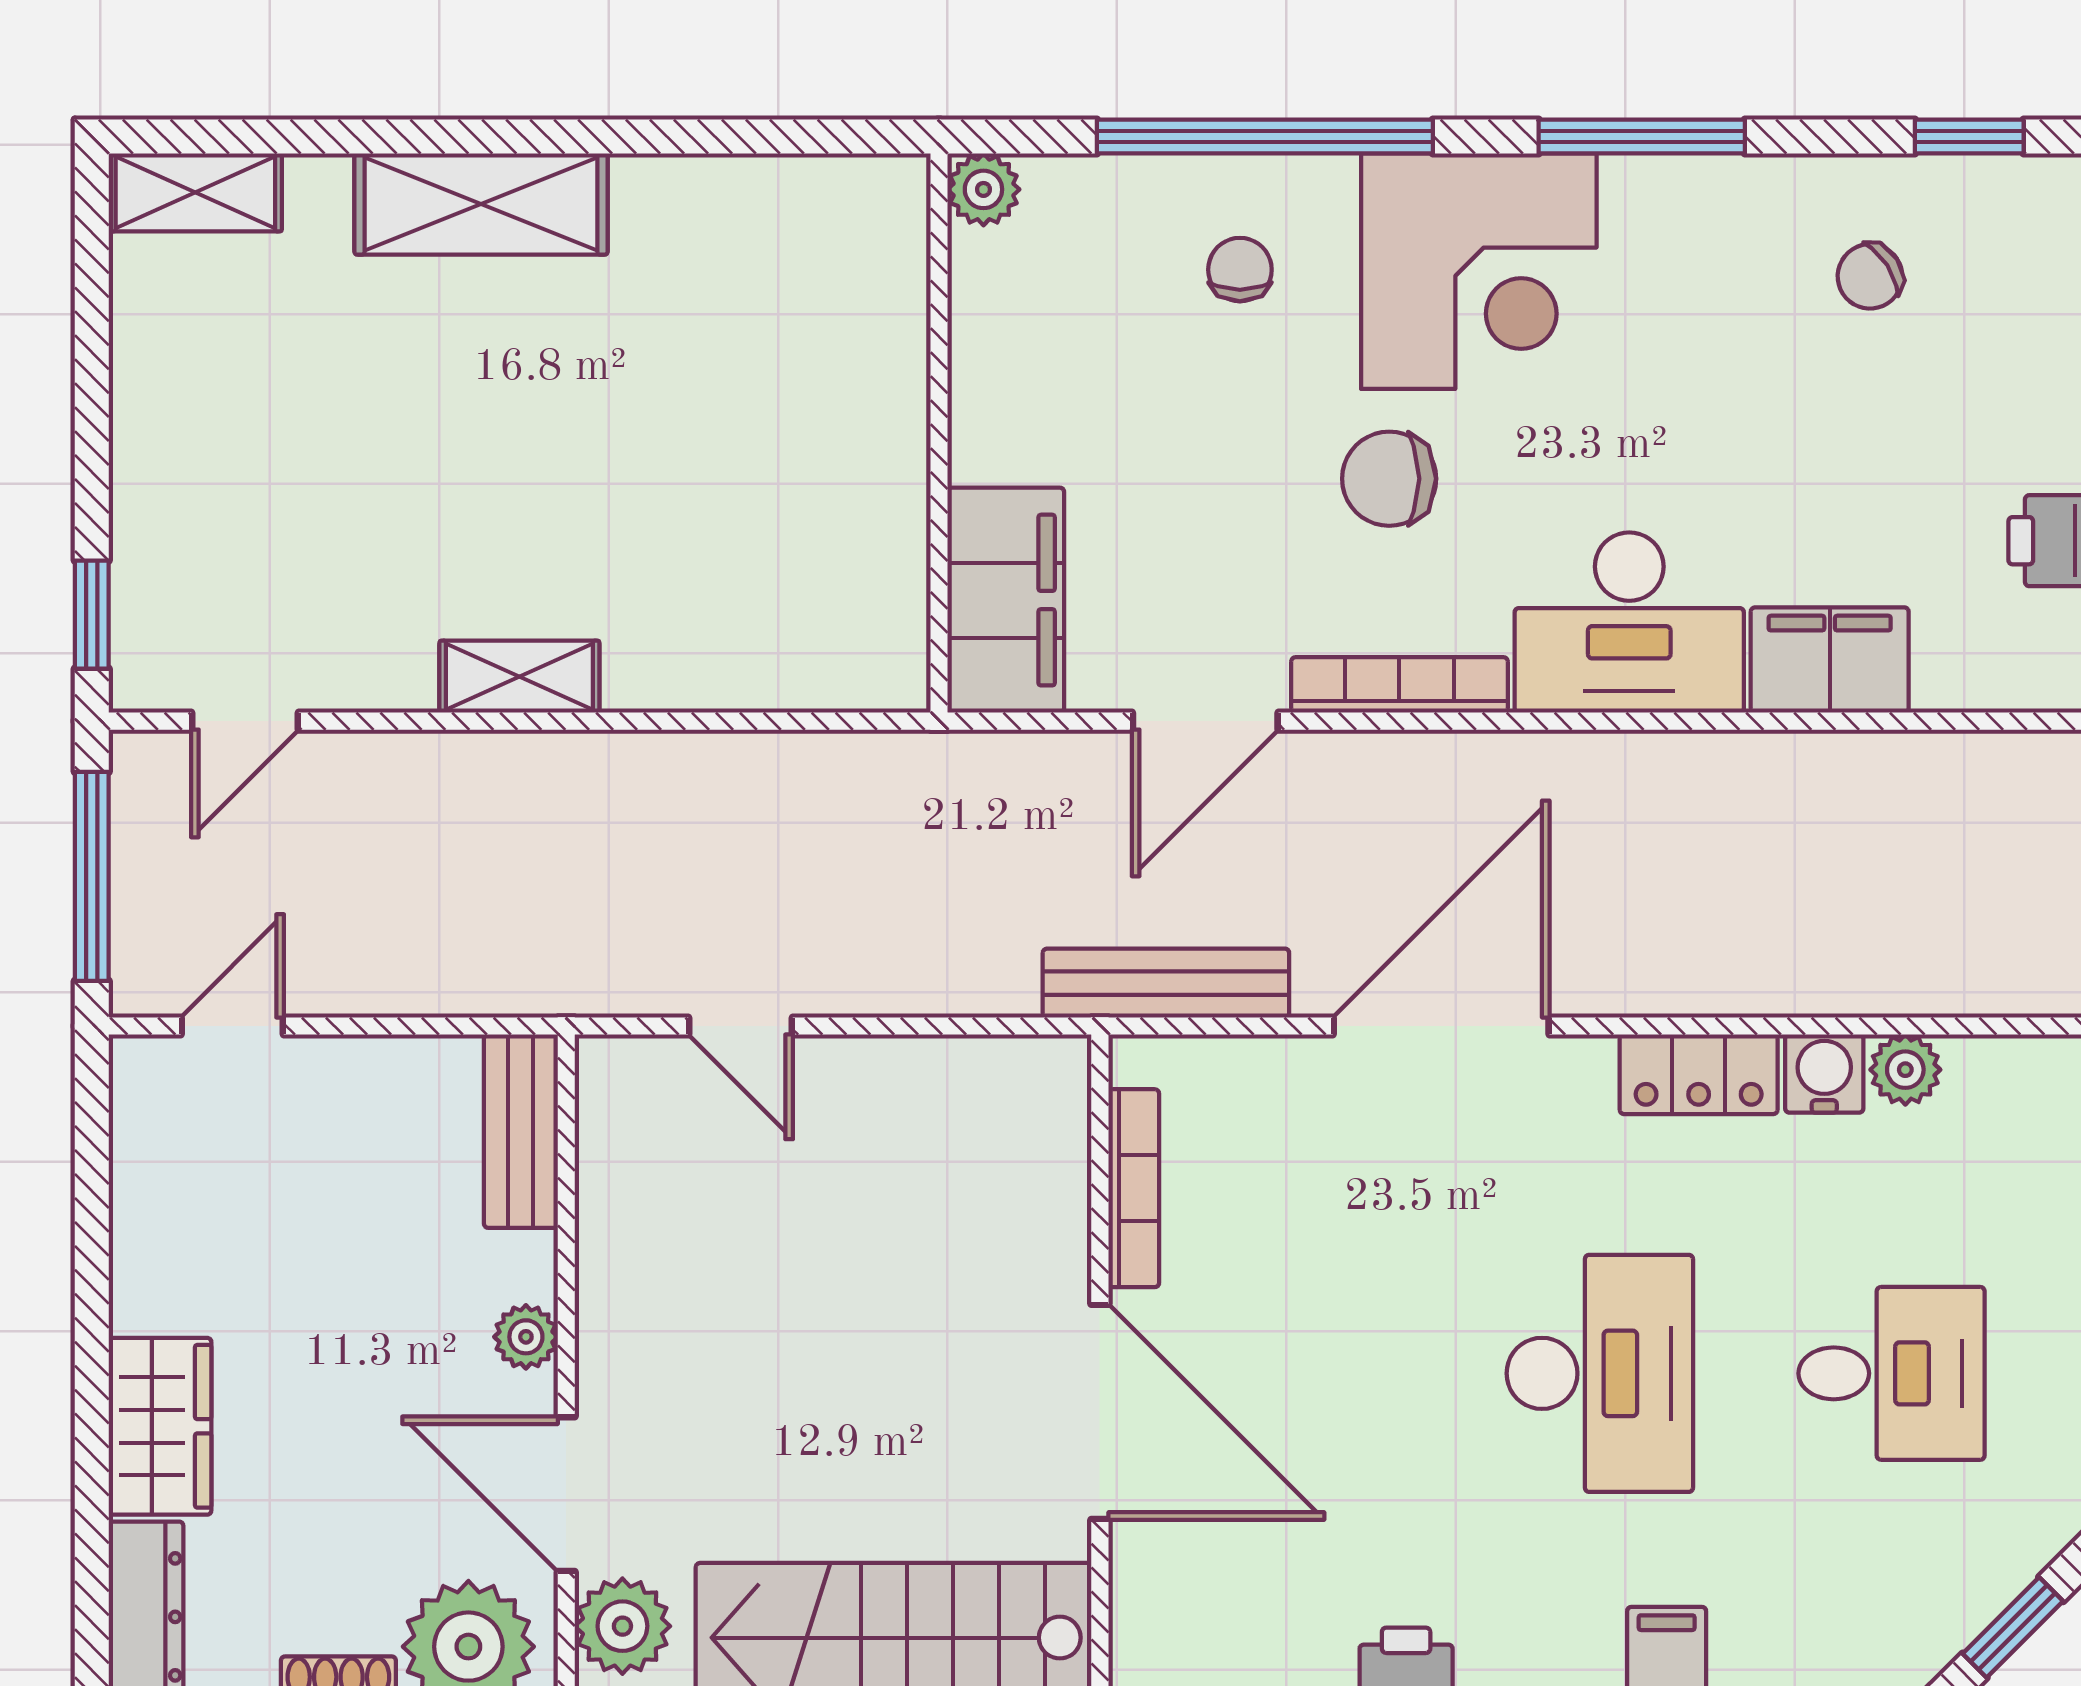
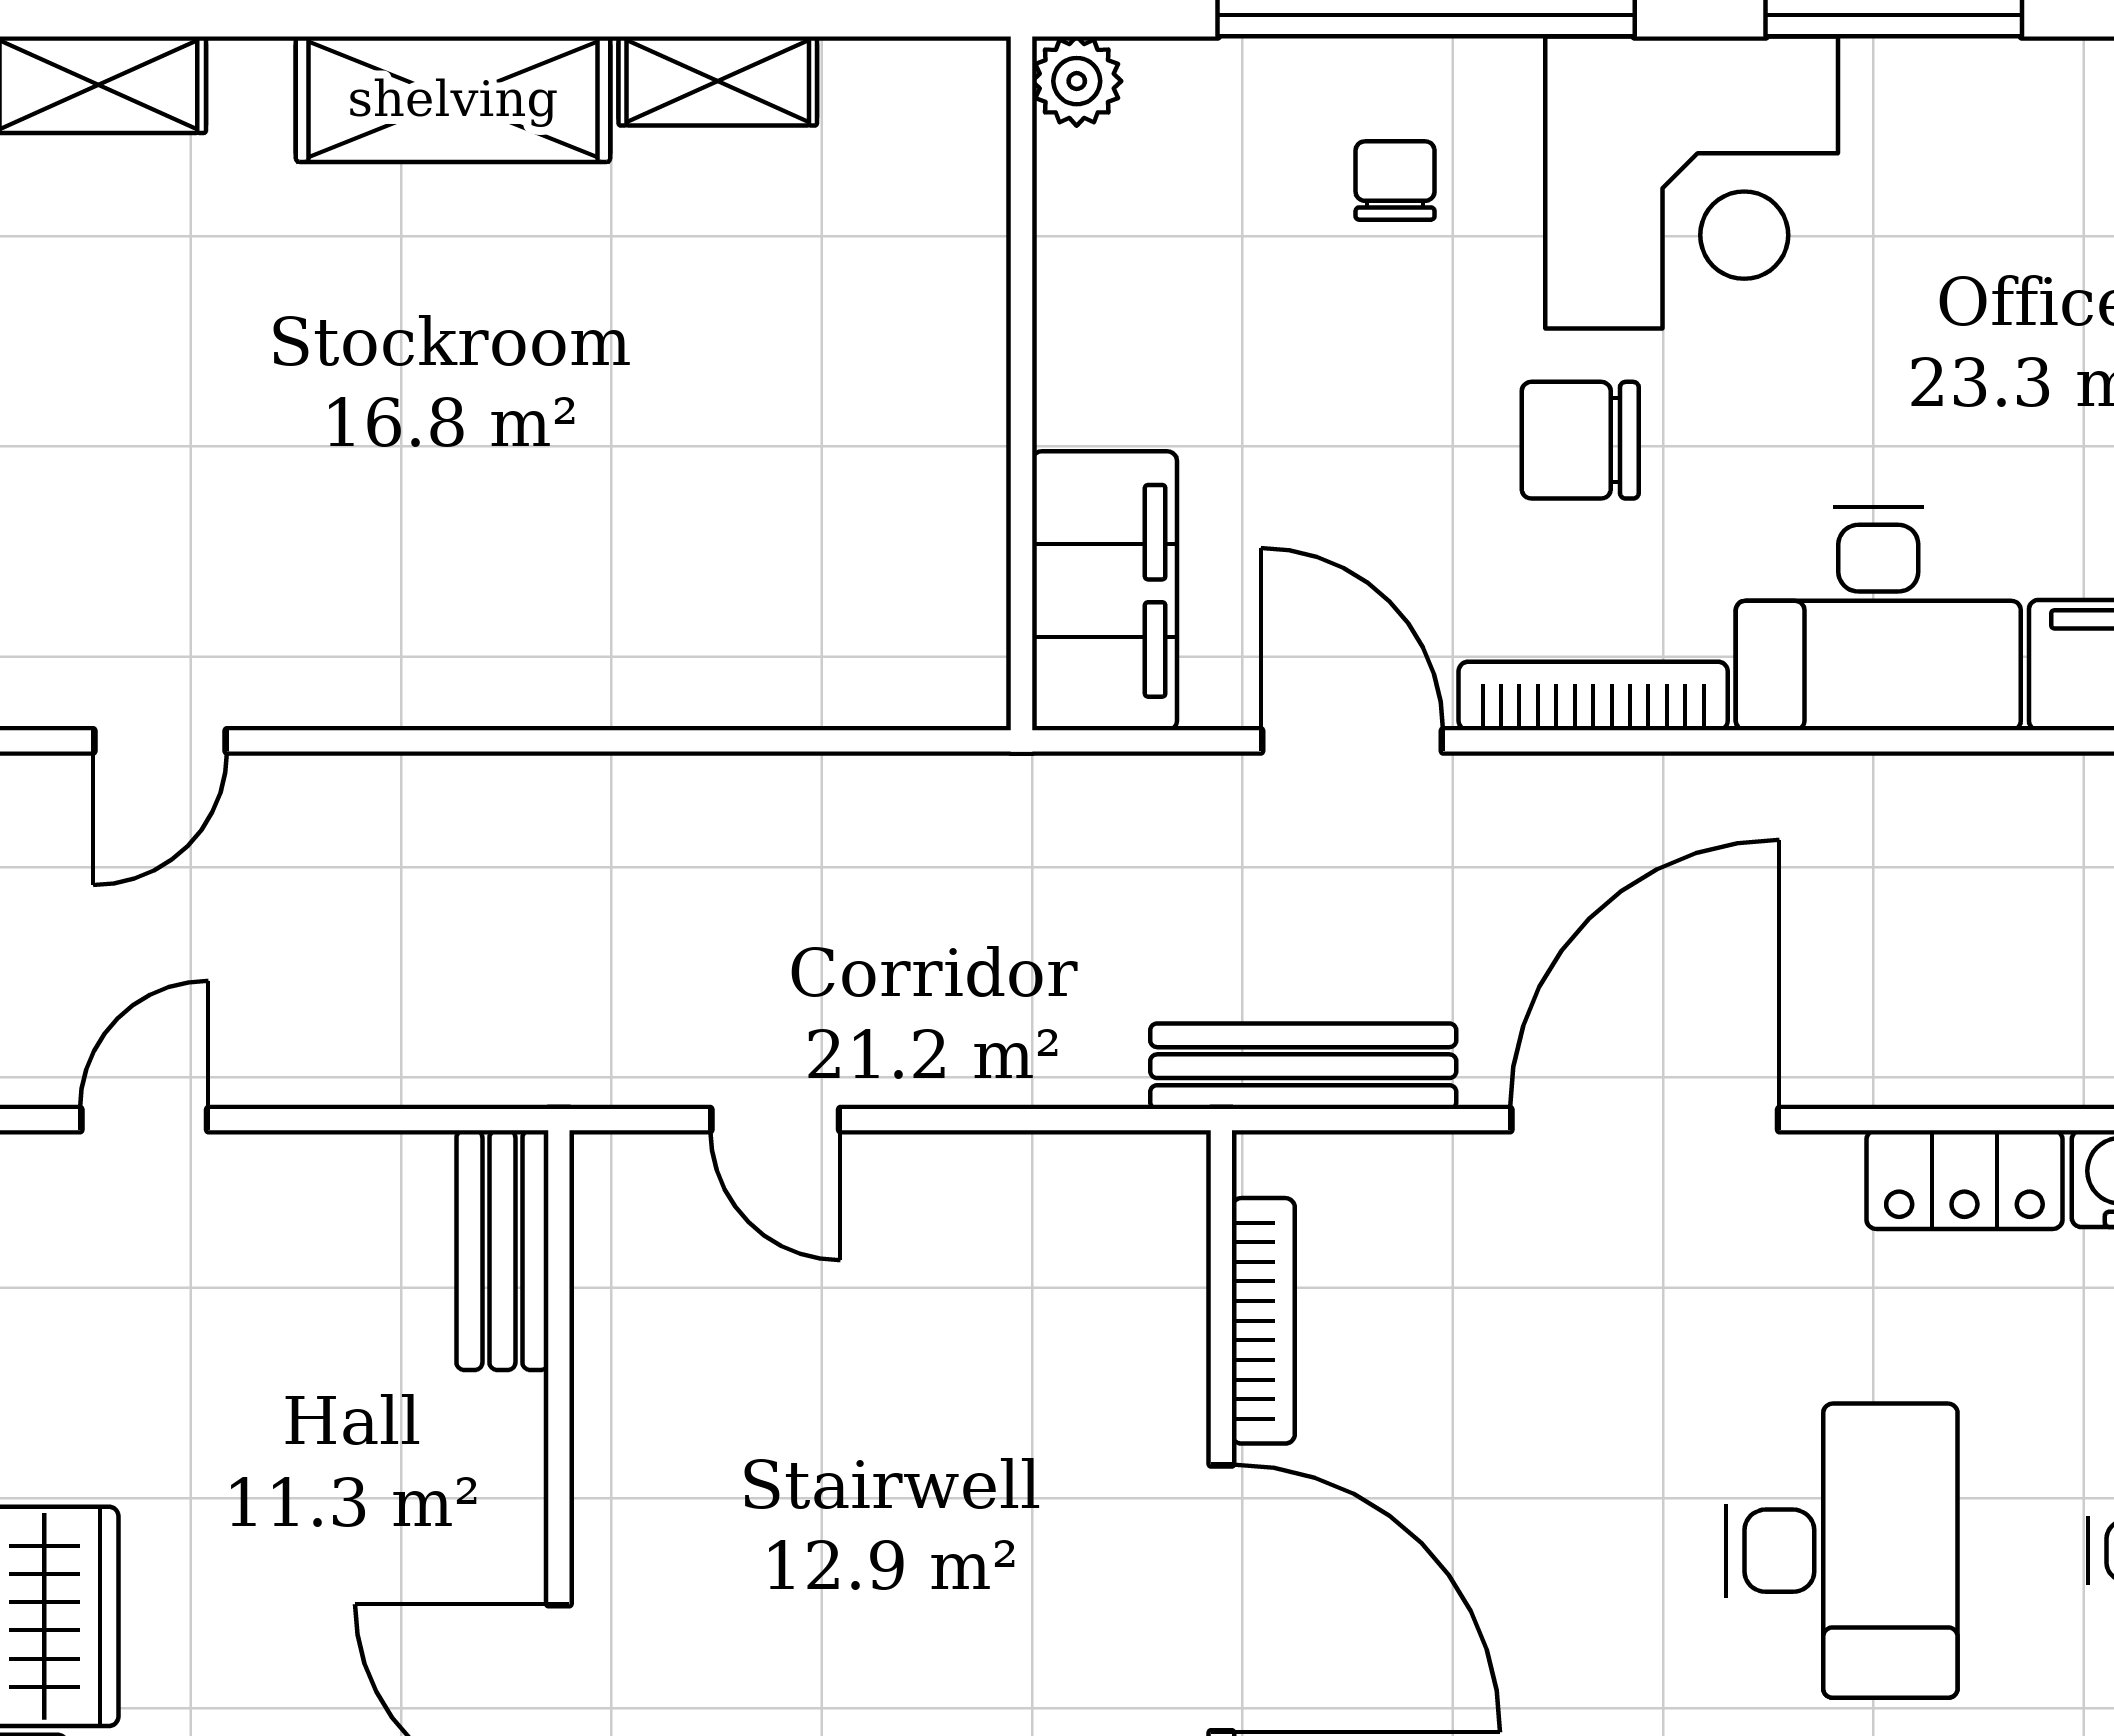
shelving: (519, 677) -> (718, 81), moved
door: (1205, 721) -> (1352, 741), swing flipped
plant: (526, 1337) -> (509, 1505), removed

